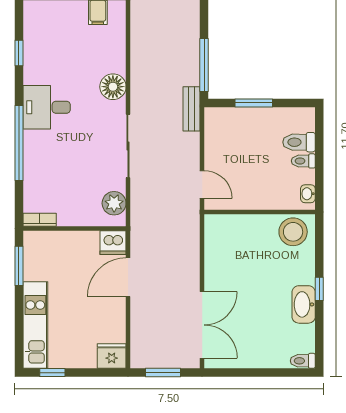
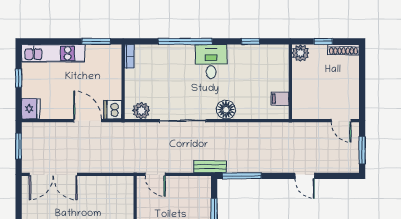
door: (202, 184) -> (155, 174), hinge flipped
window: (52, 373) -> (19, 78), moved

